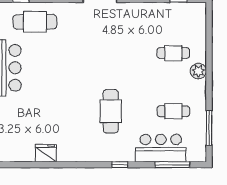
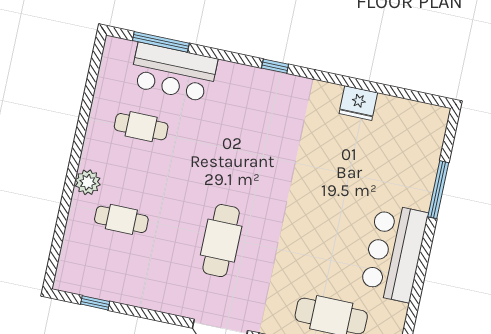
cafe table: (111, 111) -> (221, 241), moved
window: (209, 128) -> (90, 88), removed
window: (120, 165) -> (275, 66), moved

